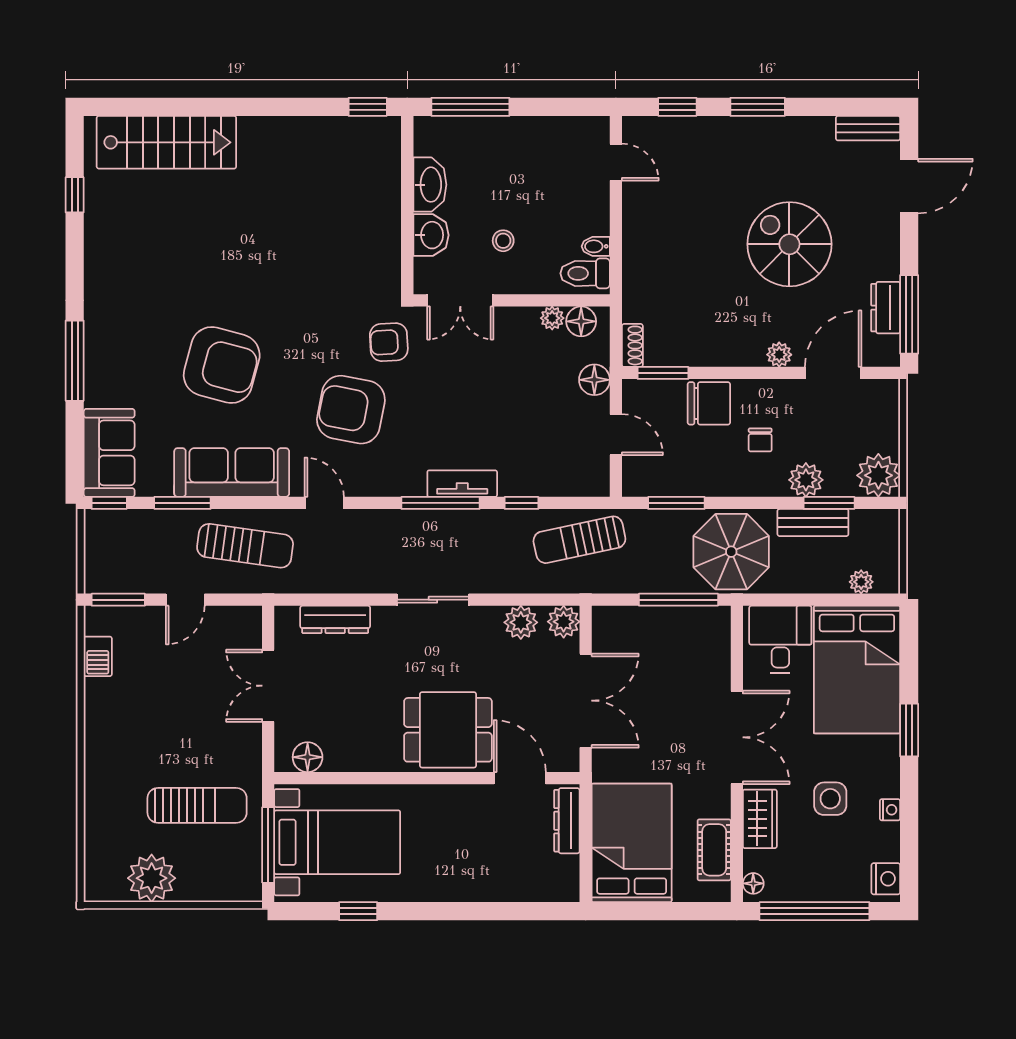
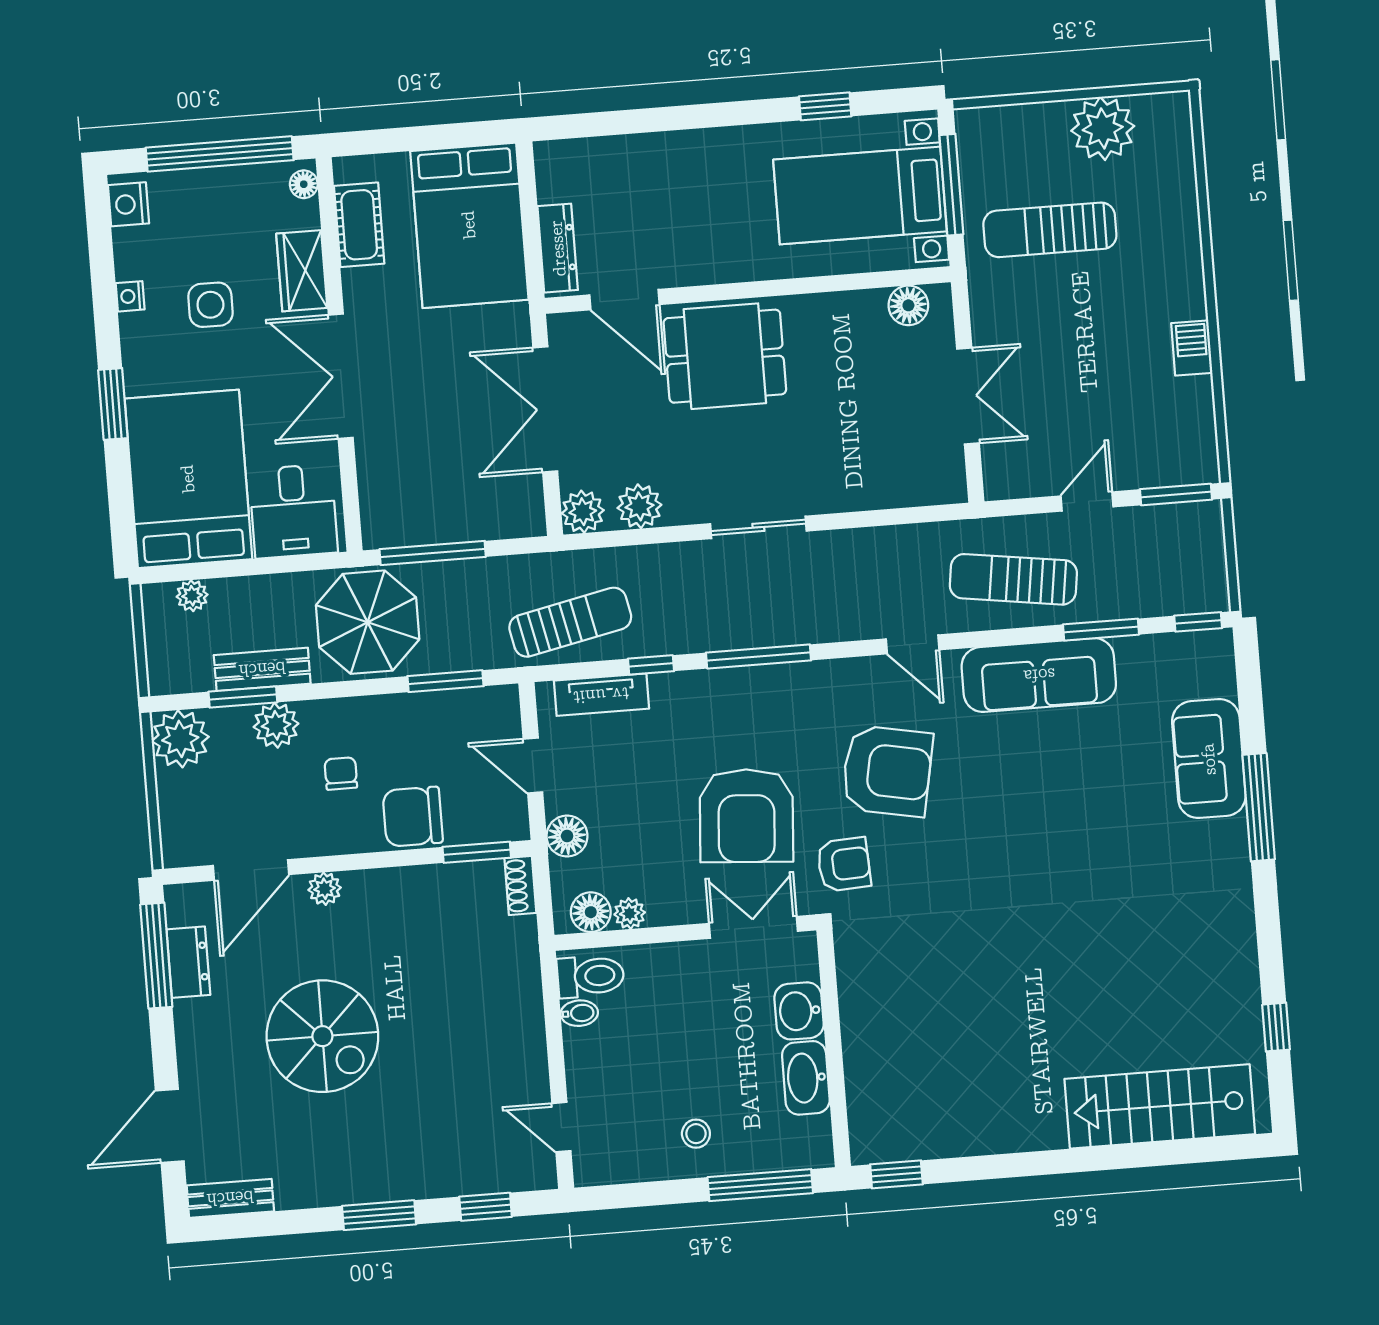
stool: (503, 241) -> (696, 1134), moved
armchair: (222, 365) -> (746, 816), moved, turned -101
sofa: (109, 453) -> (1209, 759), moved
tv unit: (462, 484) -> (601, 695), moved
dresser: (335, 619) -> (886, 491), removed
barbecue: (98, 656) -> (1192, 348), moved

